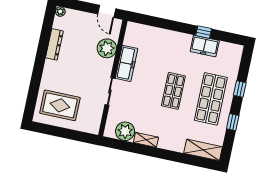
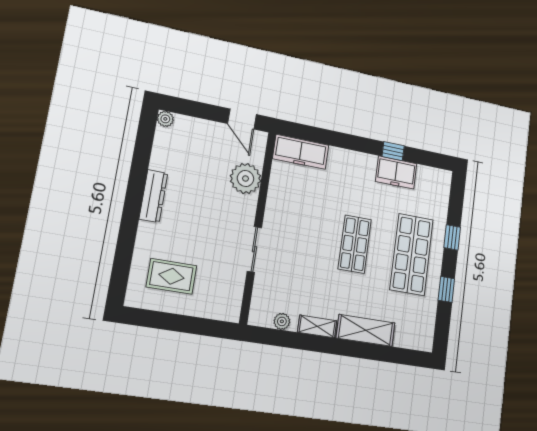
dresser: (54, 44) -> (153, 196), moved
freezer: (126, 63) -> (301, 152), moved, turned 90
rug: (60, 105) -> (171, 276), width x0.73, depth x0.70
plant: (125, 131) -> (282, 321), width x0.53, depth x0.53
shelving: (203, 150) -> (366, 330), moved

